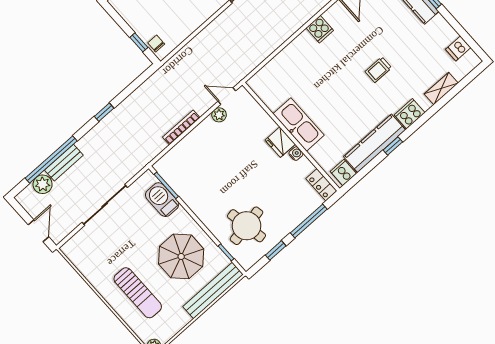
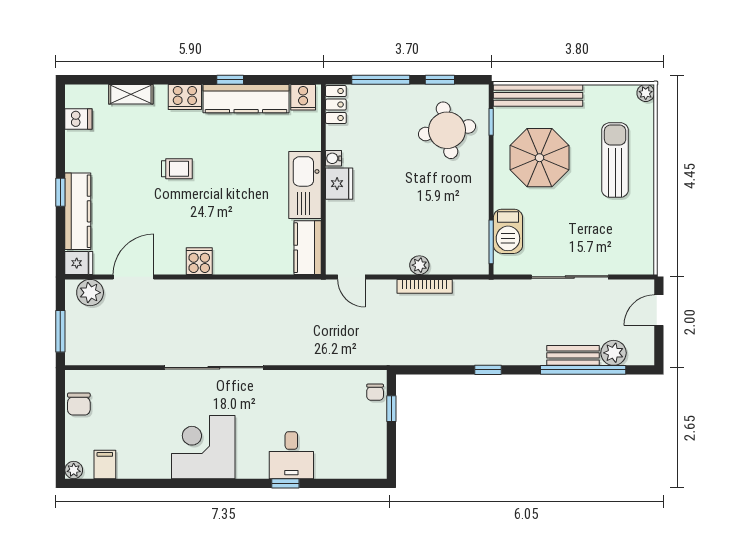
kitchen counter: (266, 91) -> (308, 248), added
plant: (219, 115) -> (419, 265), moved

